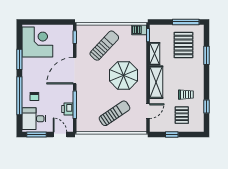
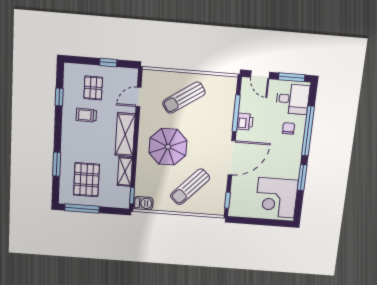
printer: (67, 109) -> (245, 122), moved

